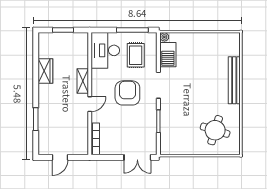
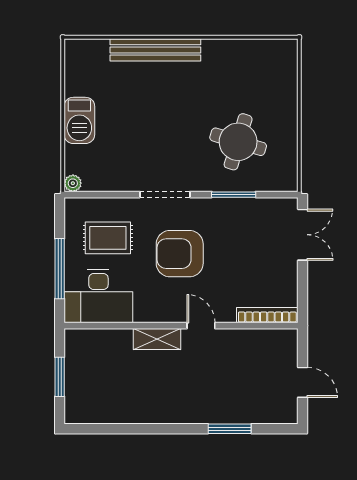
window: (132, 30) -> (60, 269), moved
barbecue: (168, 55) -> (79, 120), moved, turned 90
wardrobe: (45, 71) -> (138, 410), removed
round table: (215, 130) -> (238, 142), moved

